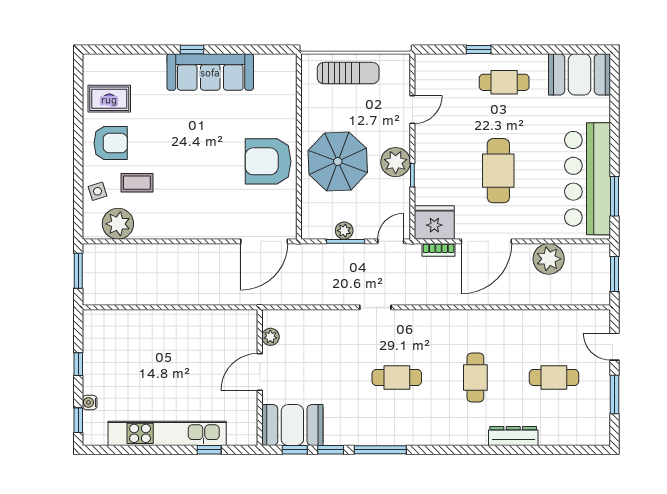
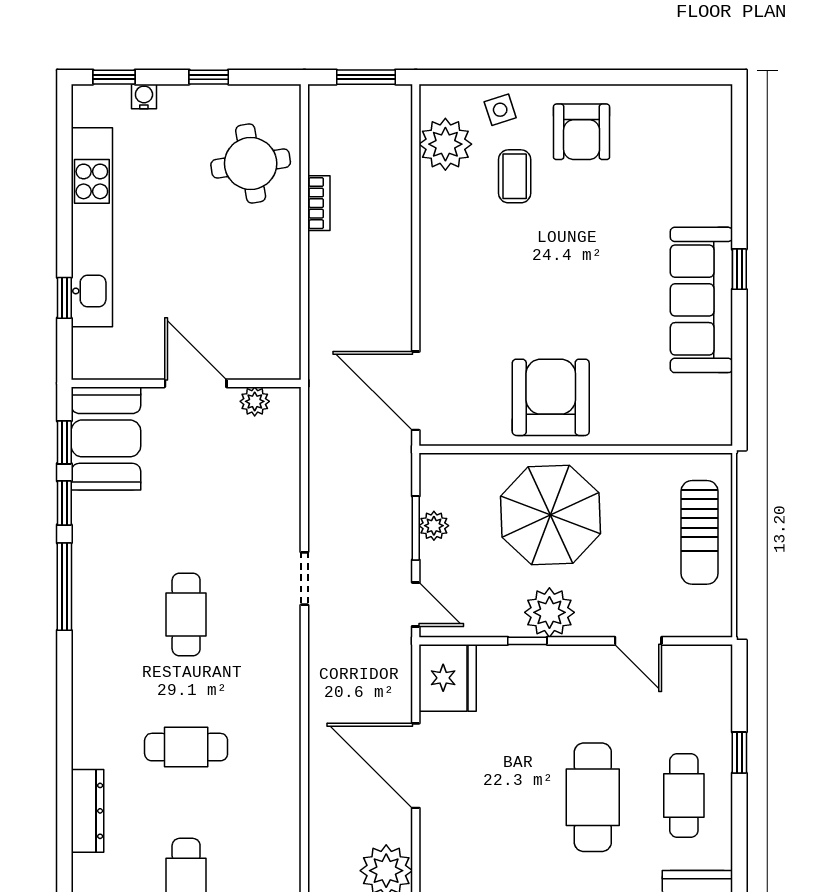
rug: (109, 99) -> (656, 129), removed
cafe table: (498, 171) -> (593, 797), moved, turned 90
bookcase: (438, 250) -> (319, 203), moved, turned 180
round table: (129, 339) -> (251, 163), added

